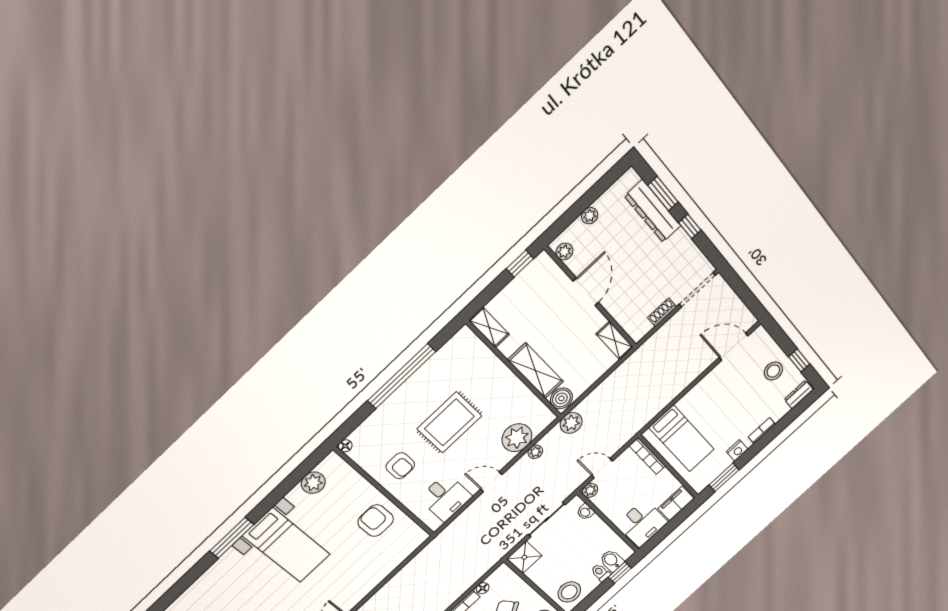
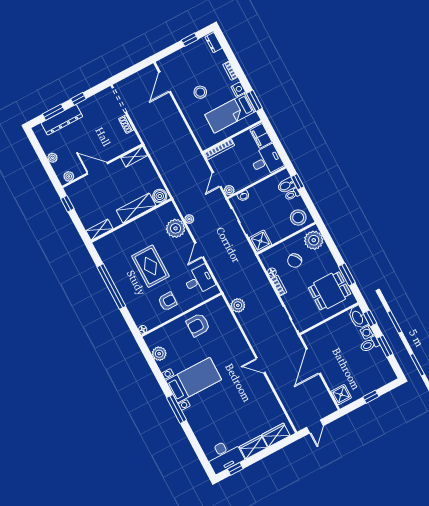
stool: (773, 371) -> (200, 92), moved
plant: (571, 423) -> (238, 305), moved
bed: (682, 438) -> (230, 113), moved, turned 180

